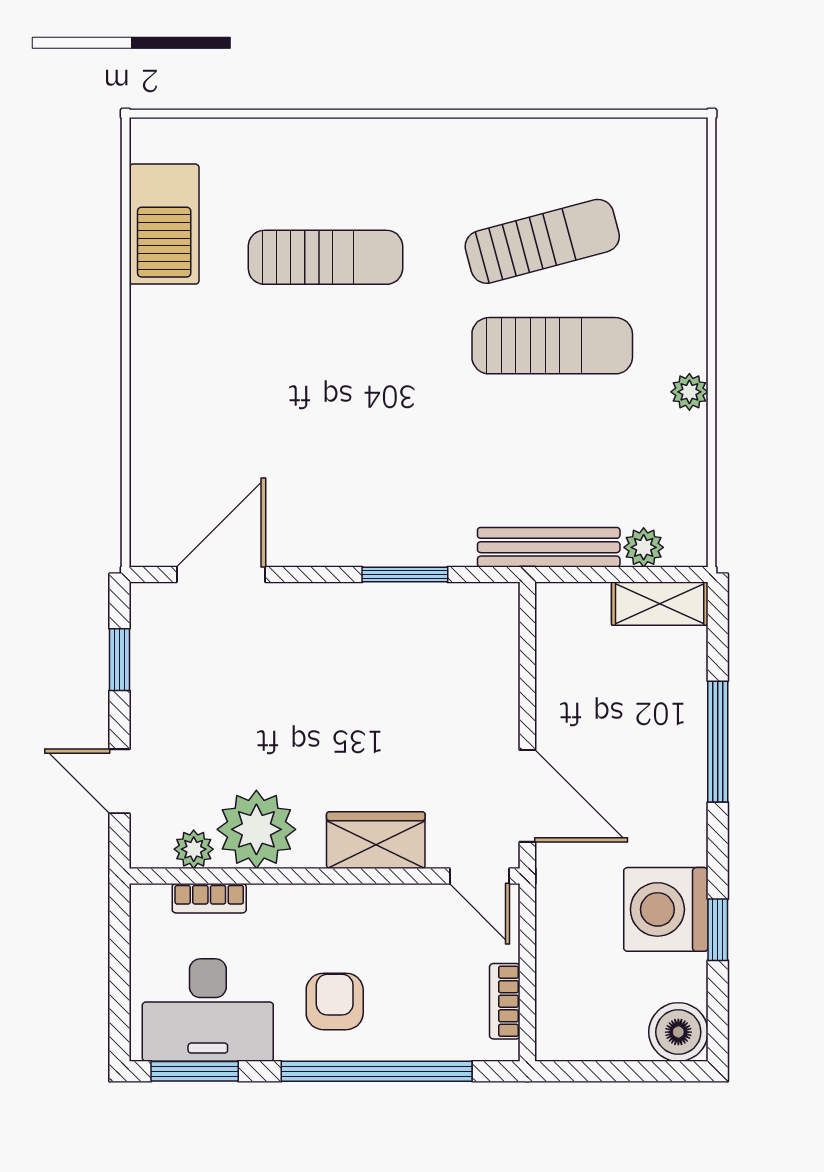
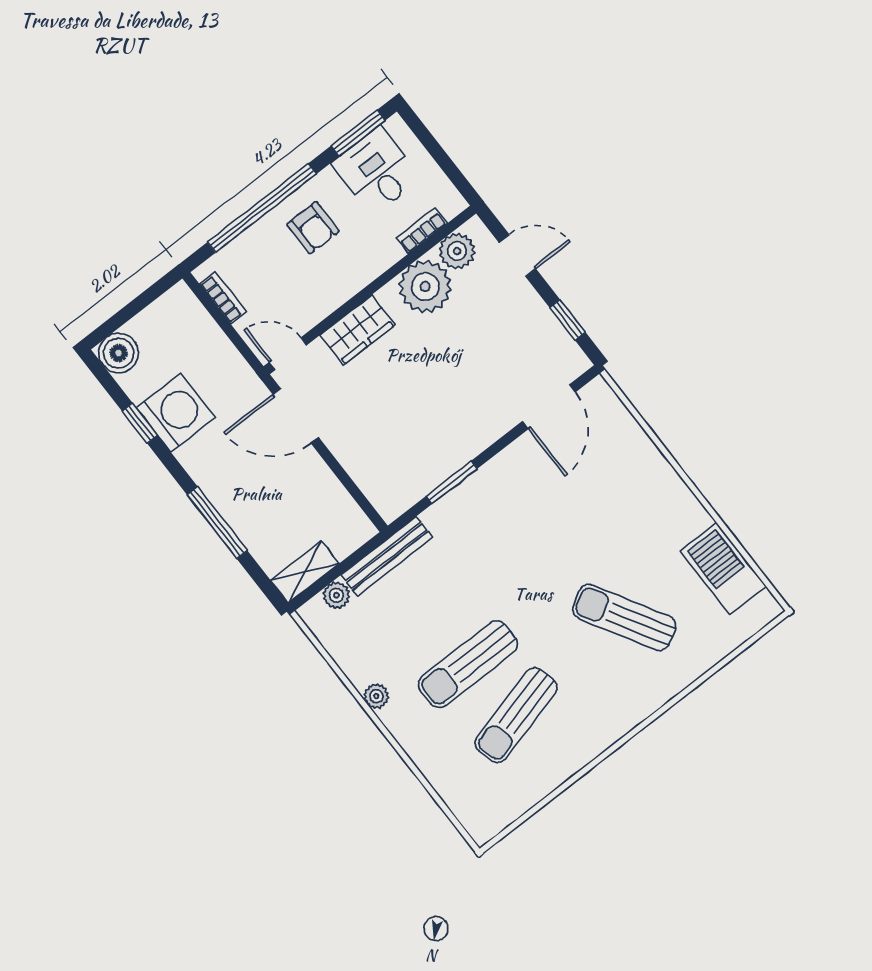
sun lounger: (325, 257) -> (624, 618), turned 60
plant: (194, 849) -> (457, 251), width x1.38, depth x1.38
desk: (208, 1010) -> (376, 171), width x0.73

